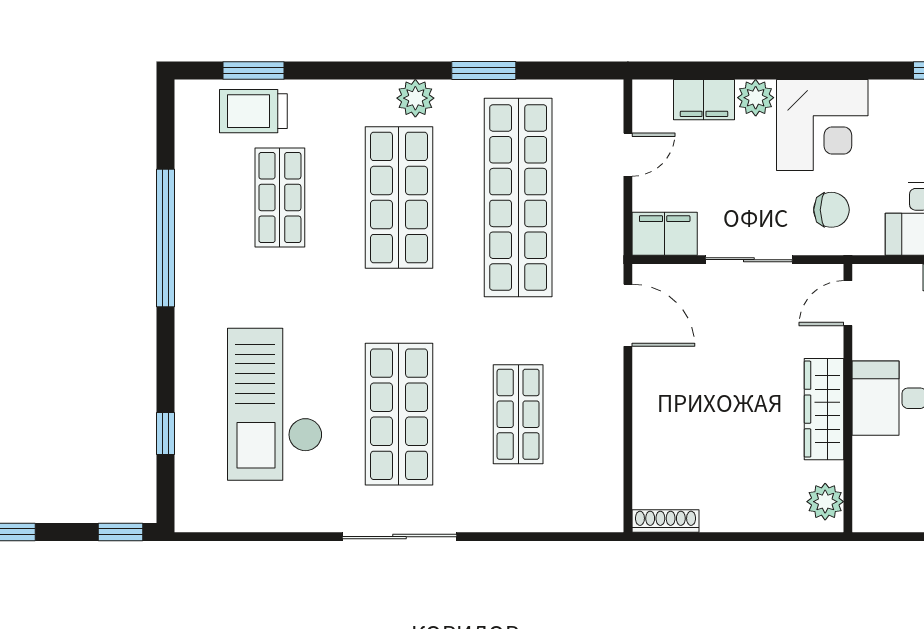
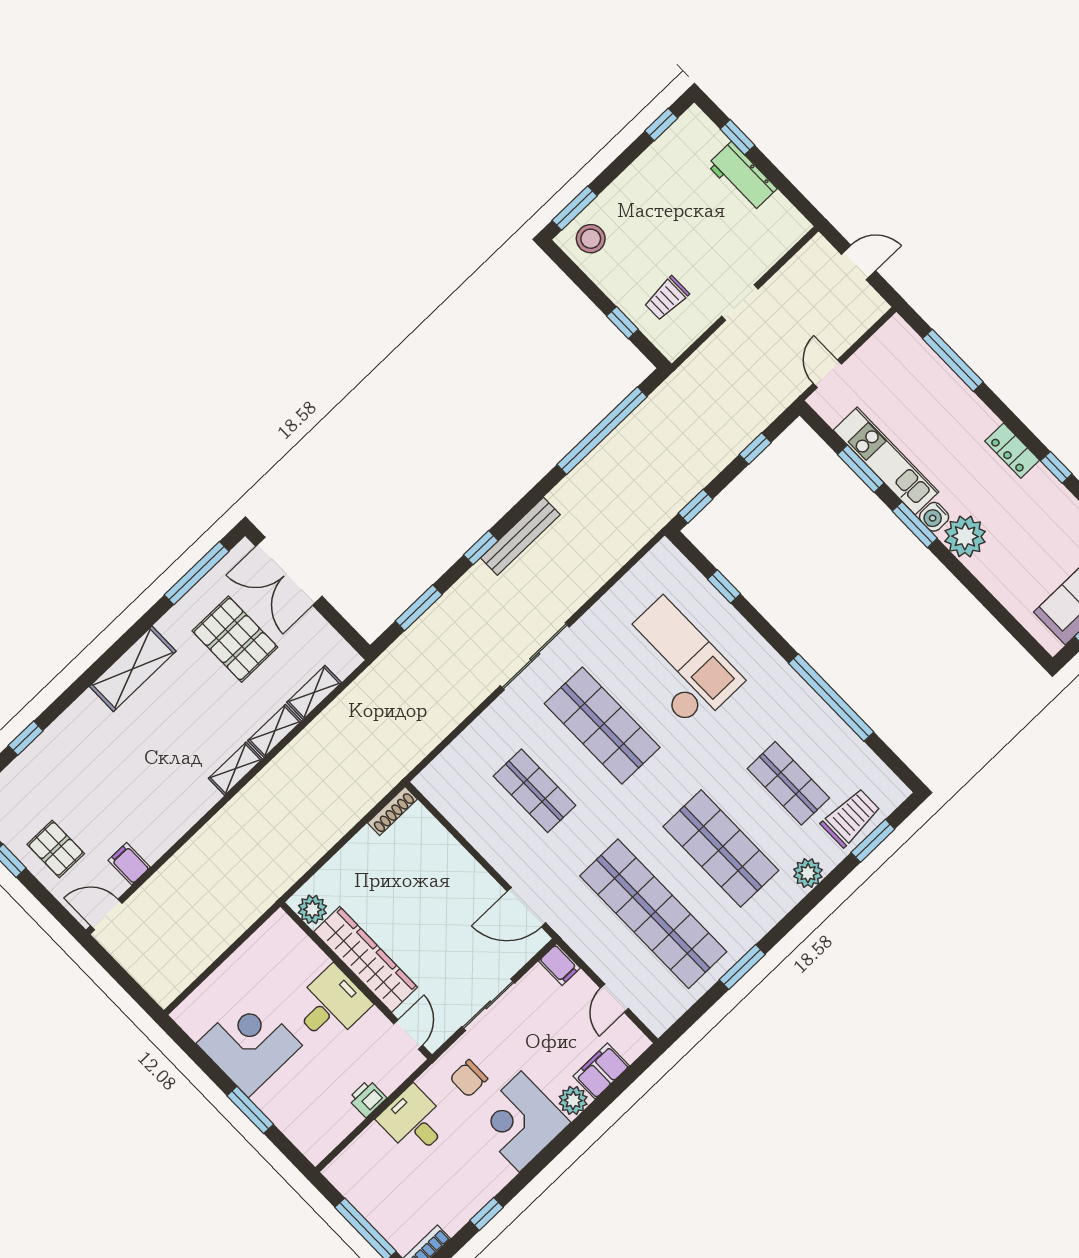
plant: (415, 98) -> (808, 873), moved
filing cabinet: (665, 234) -> (559, 965), width x0.50
wardrobe: (824, 409) -> (366, 959), width x1.40, depth x1.17

